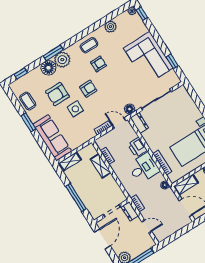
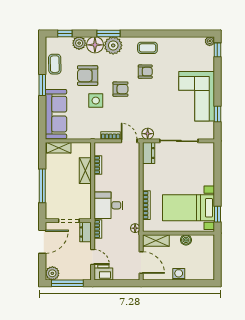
plant: (110, 27) -> (79, 43), moved
printer: (138, 147) -> (103, 272), moved, turned 90
desk: (144, 168) -> (108, 205), moved, turned 180

